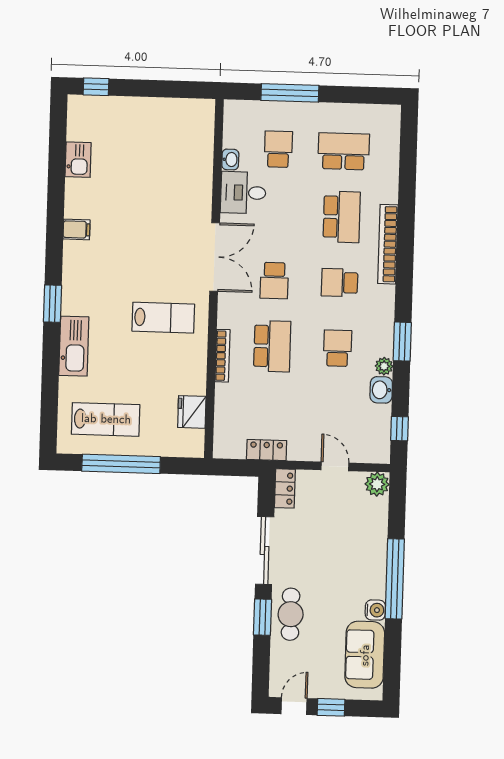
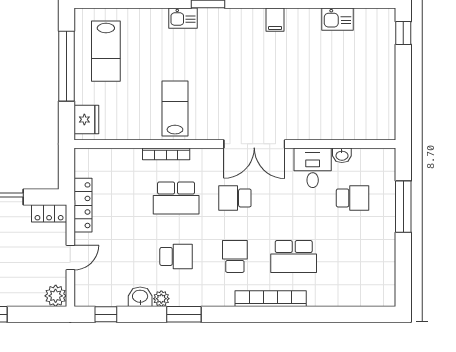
school desk: (344, 151) -> (353, 256), removed
lab bench: (163, 318) -> (175, 109), moved, turned 180
kitchen sink: (74, 346) -> (183, 18), width x0.53, depth x0.81
fridge: (192, 412) -> (86, 119), moved, turned 90
locker: (267, 450) -> (83, 205), width x1.53

